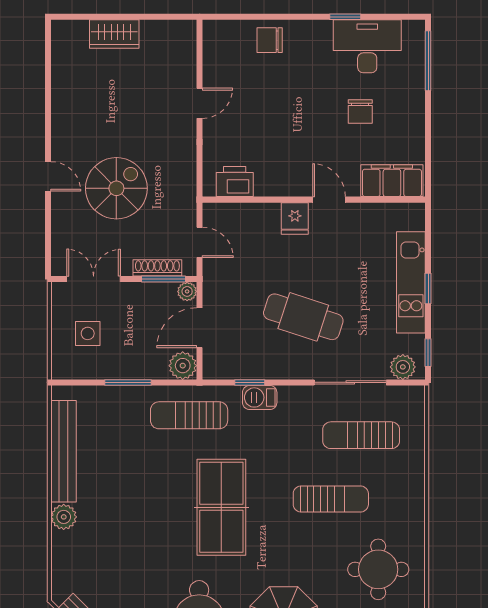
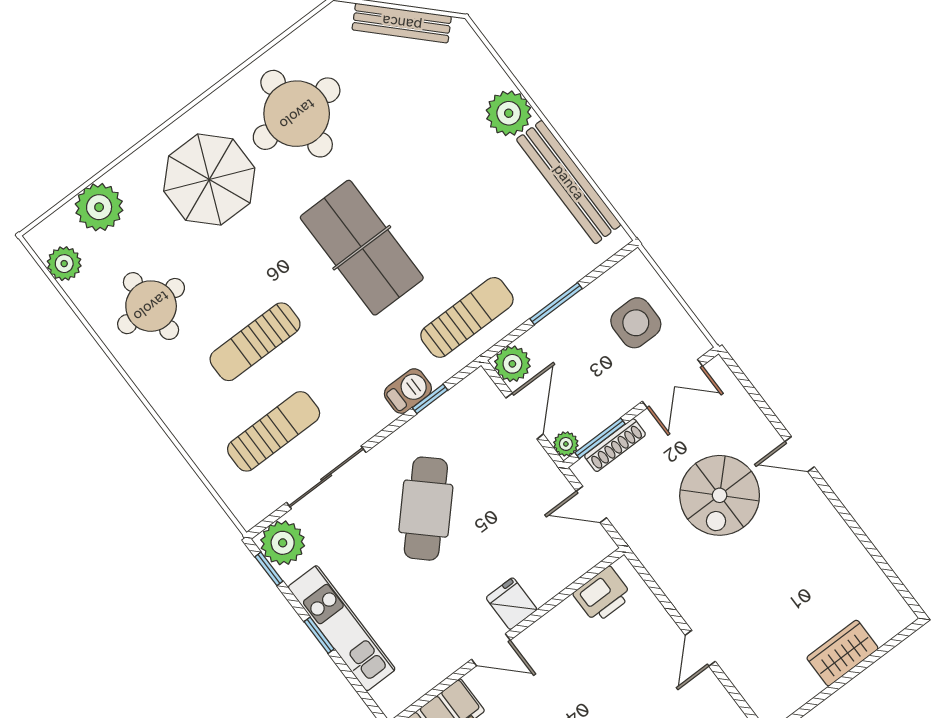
cafe table: (303, 317) -> (426, 509), turned -65
side table: (88, 333) -> (636, 323), width x1.37, depth x1.37
plant: (403, 367) -> (283, 543), width x1.36, depth x1.36
plant: (64, 517) -> (509, 113), width x1.36, depth x1.36

